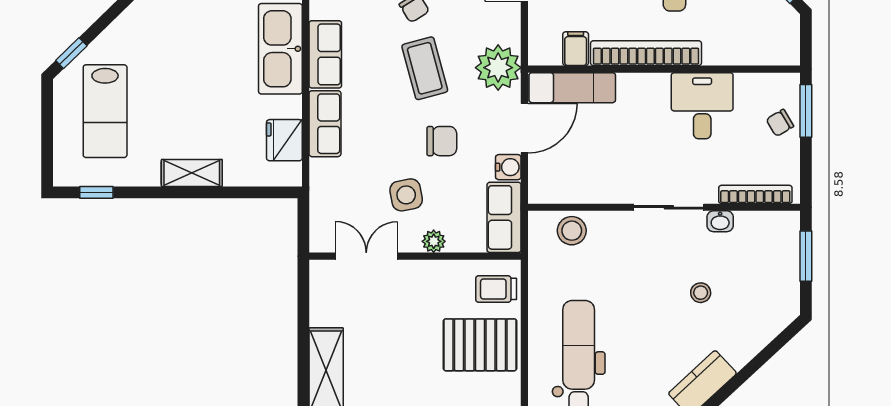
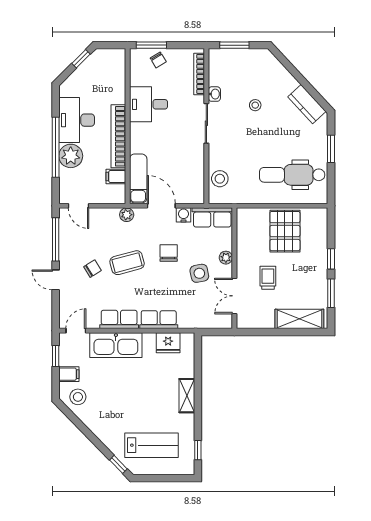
plant: (498, 68) -> (127, 215), width x0.53, depth x0.53
trolley: (496, 289) -> (268, 278), moved, turned 180

